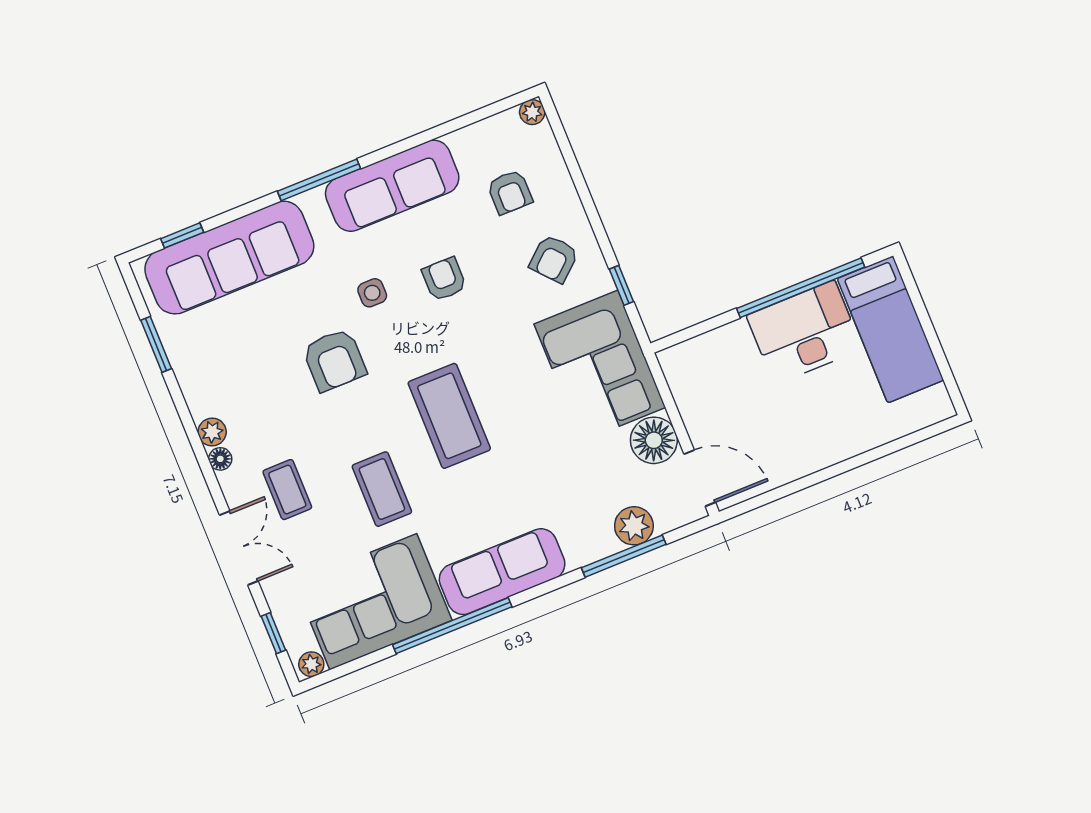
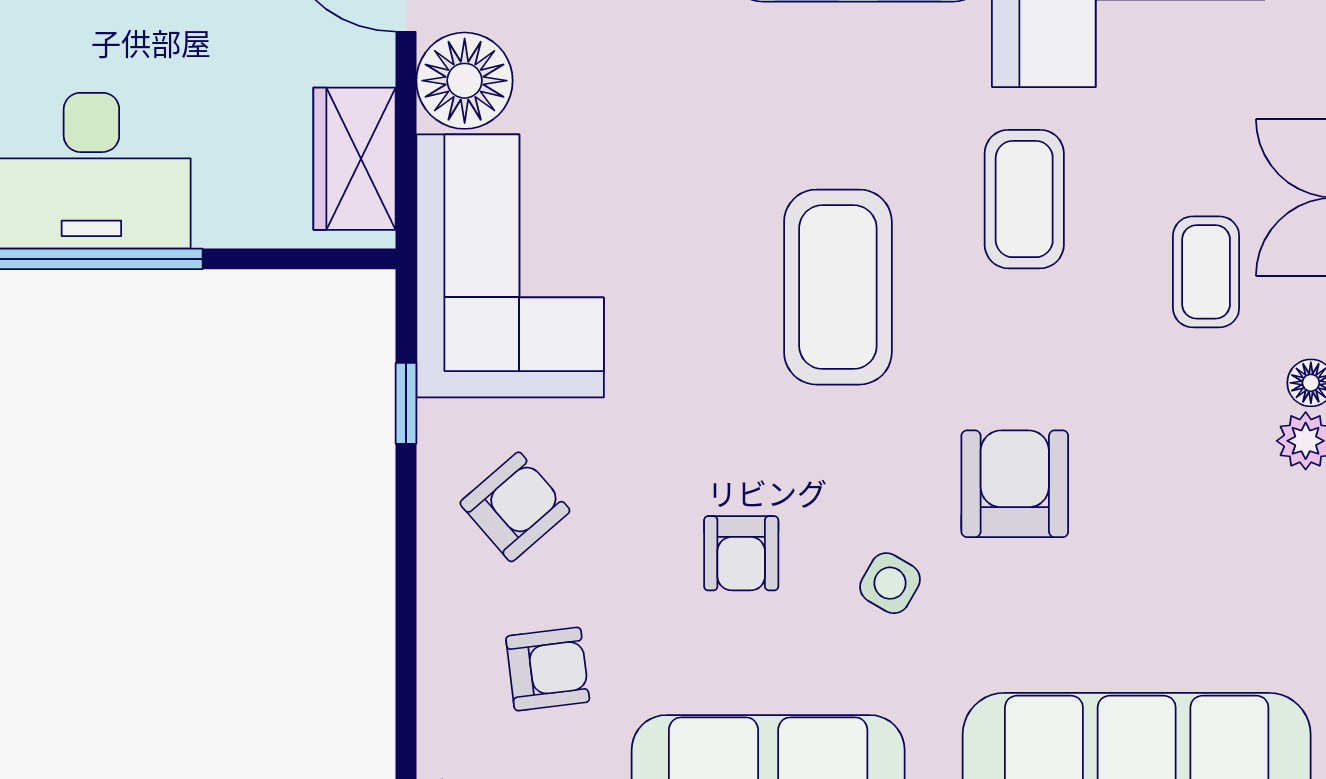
armchair: (510, 192) -> (548, 669), turned 83
side table: (372, 293) -> (890, 583), turned 30
wardrobe: (689, 385) -> (355, 159), added

